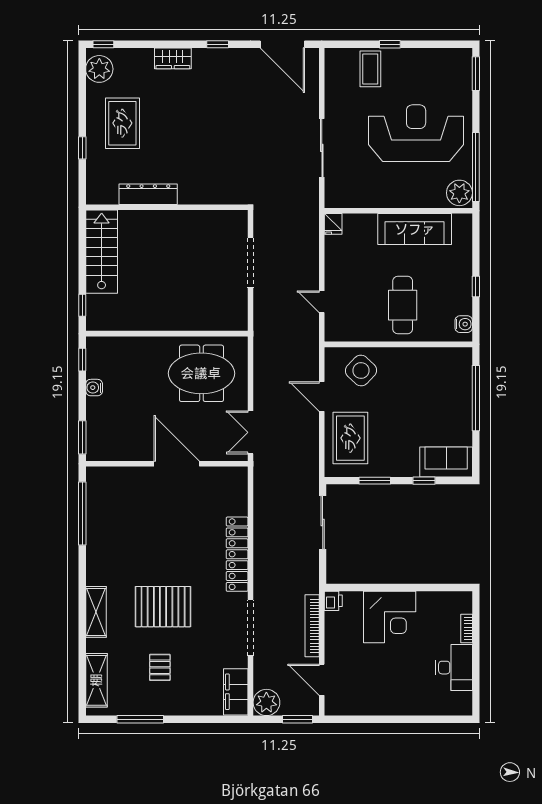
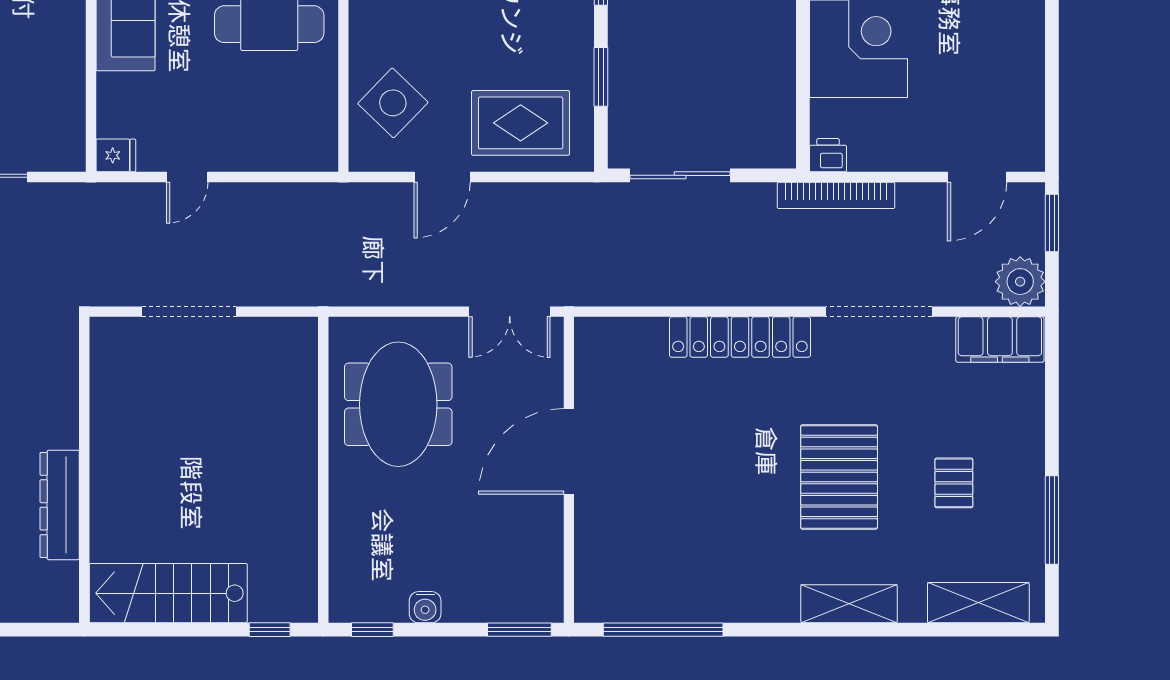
door: (322, 302) -> (187, 177), moved
bookcase: (312, 626) -> (836, 195), moved
pallet: (160, 667) -> (954, 483), turned 90

